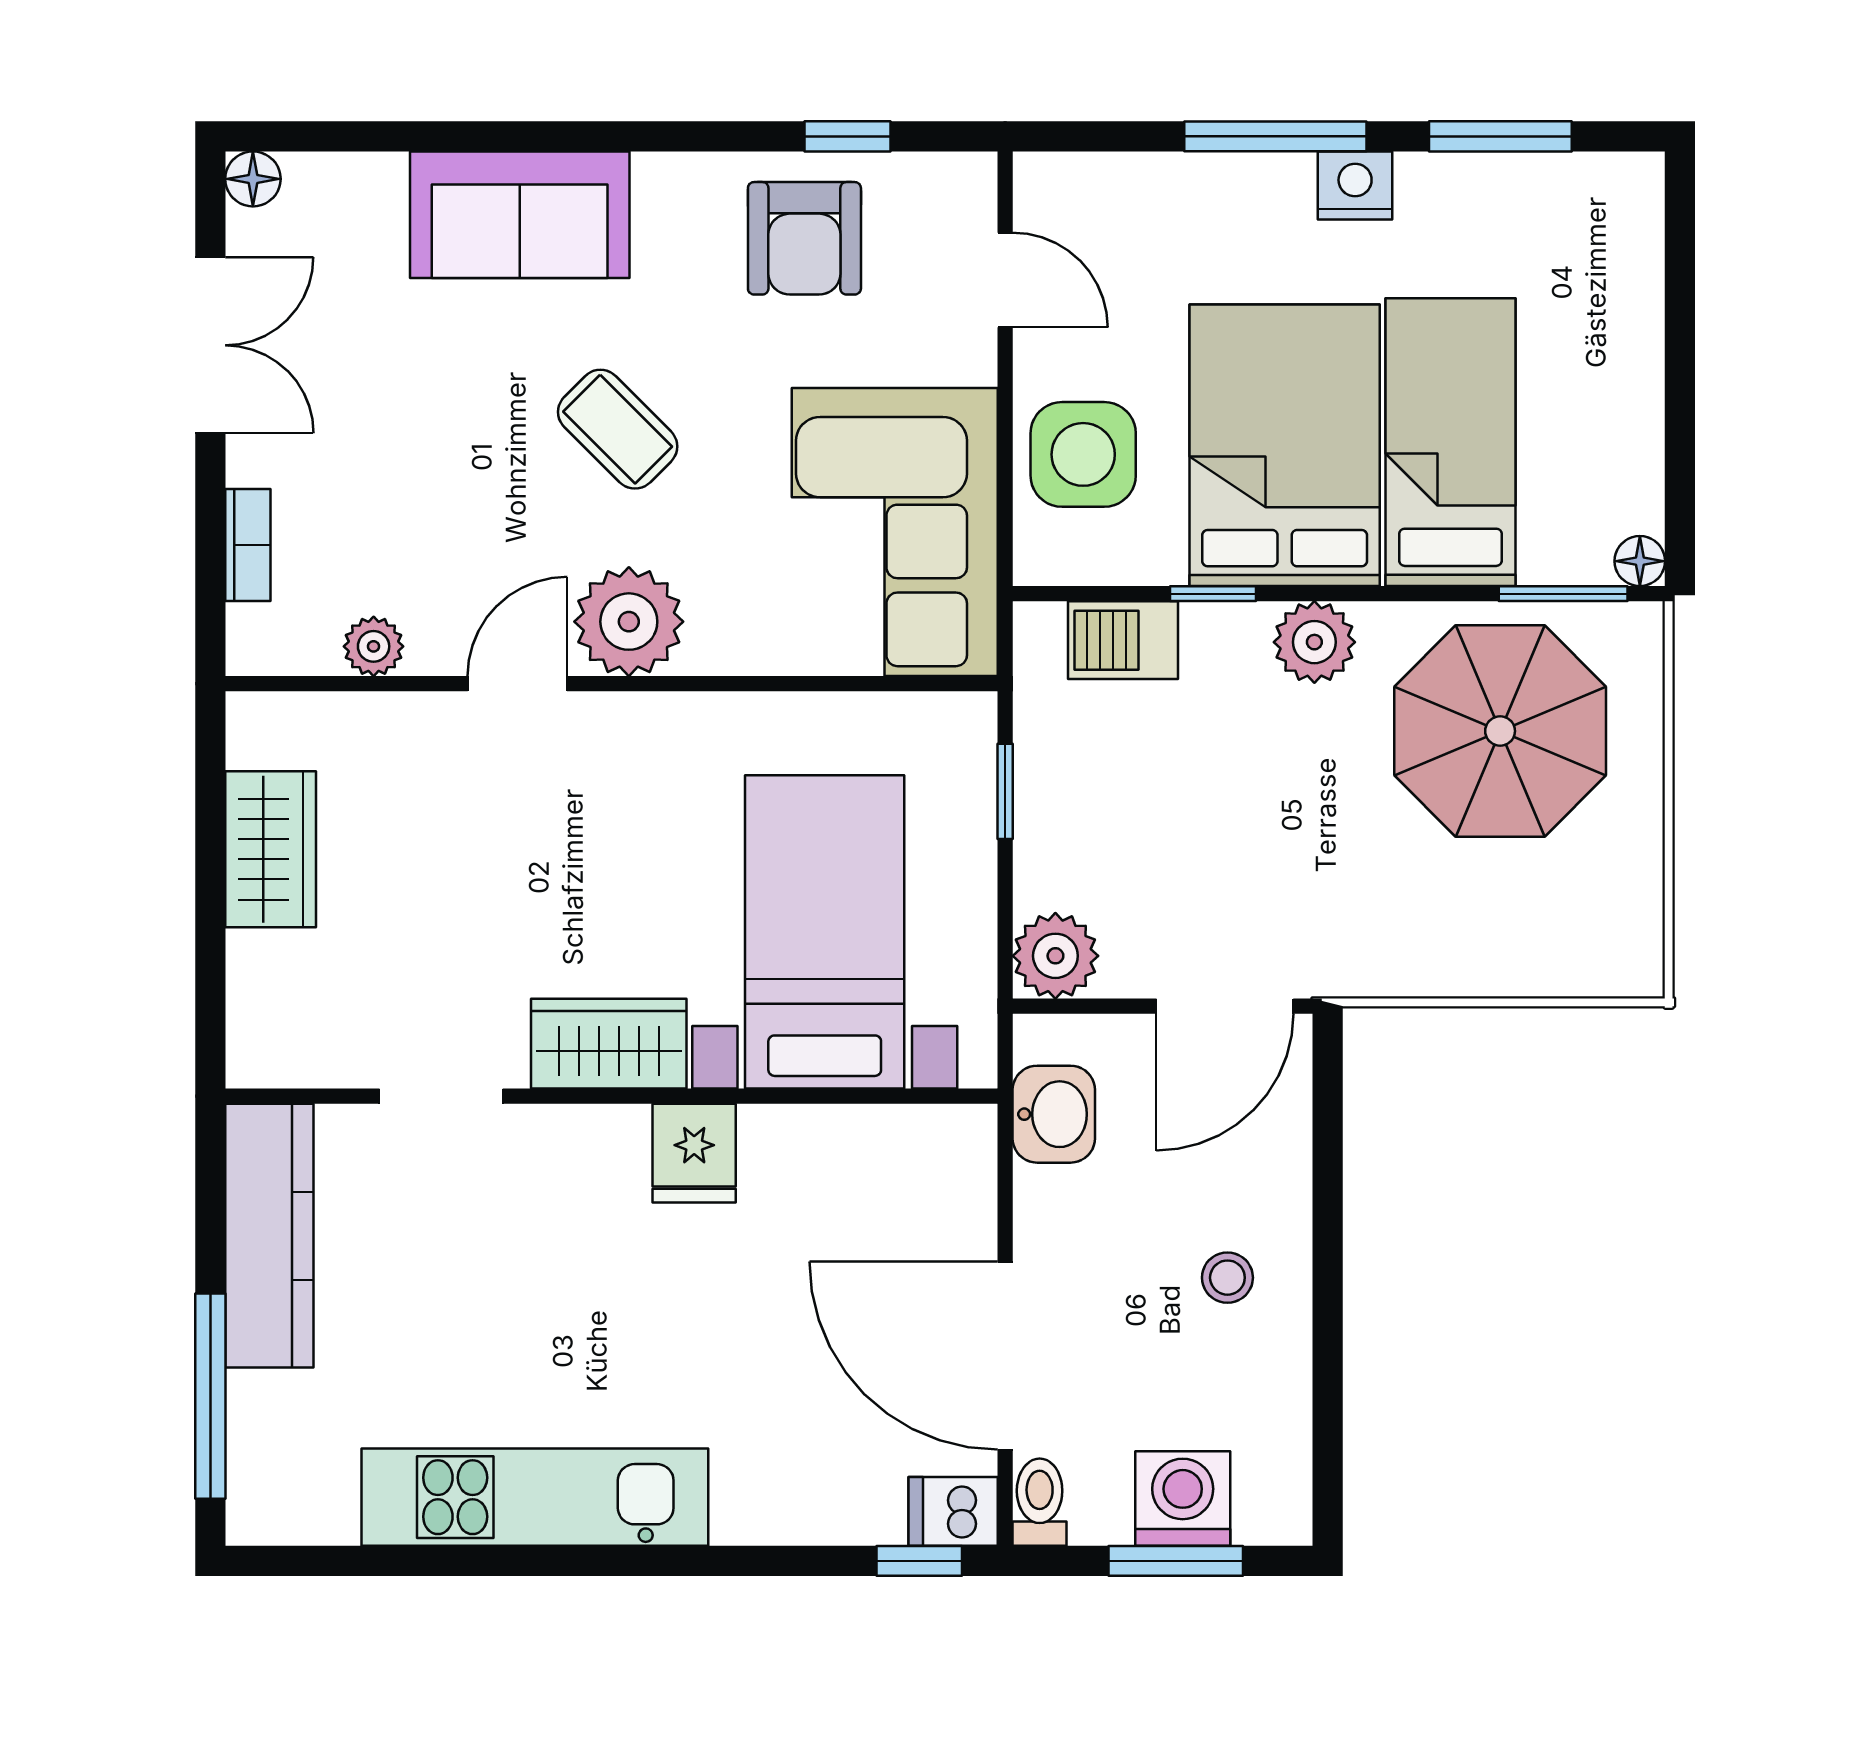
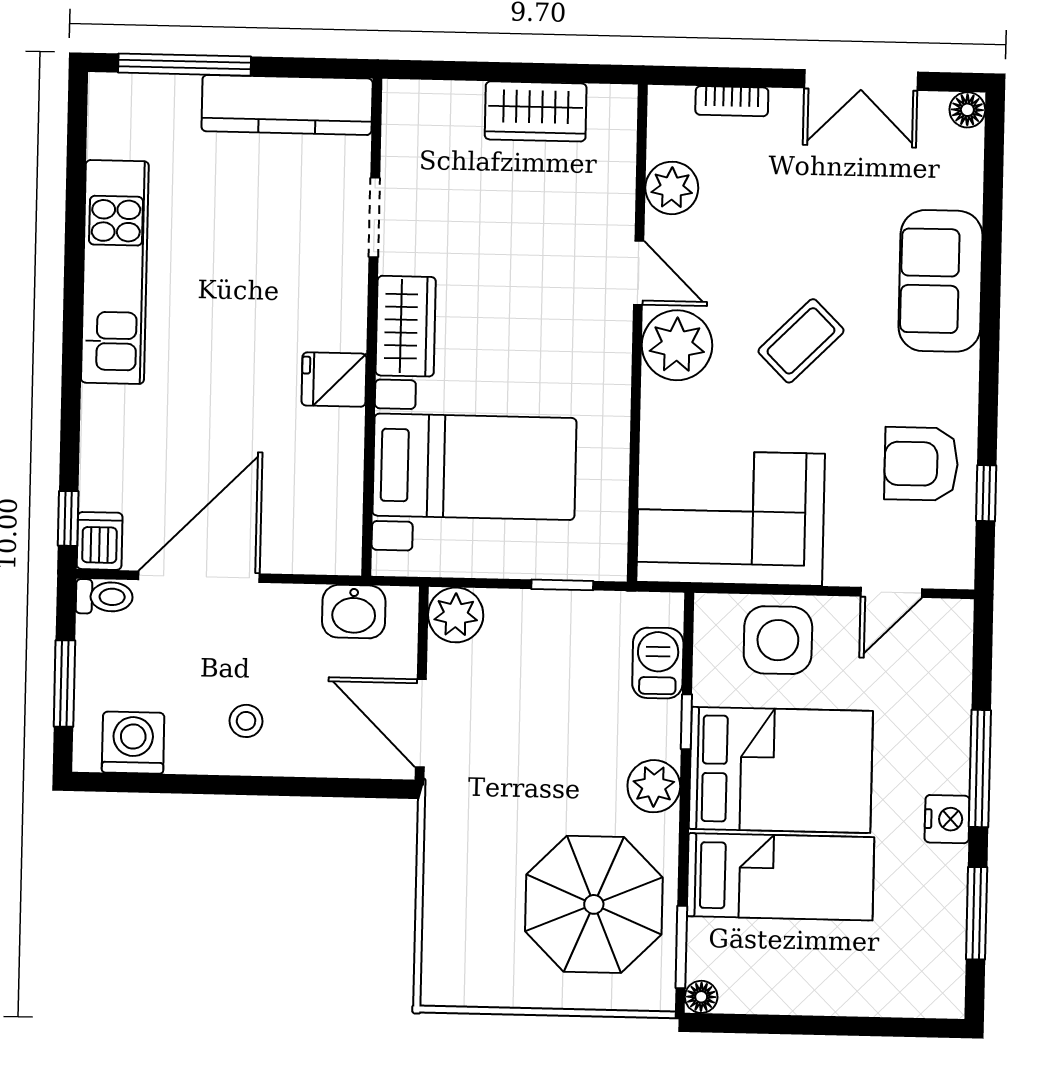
plant: (374, 646) -> (672, 188), width x1.38, depth x1.38
washing machine: (1183, 1498) -> (133, 743), moved, turned -90

